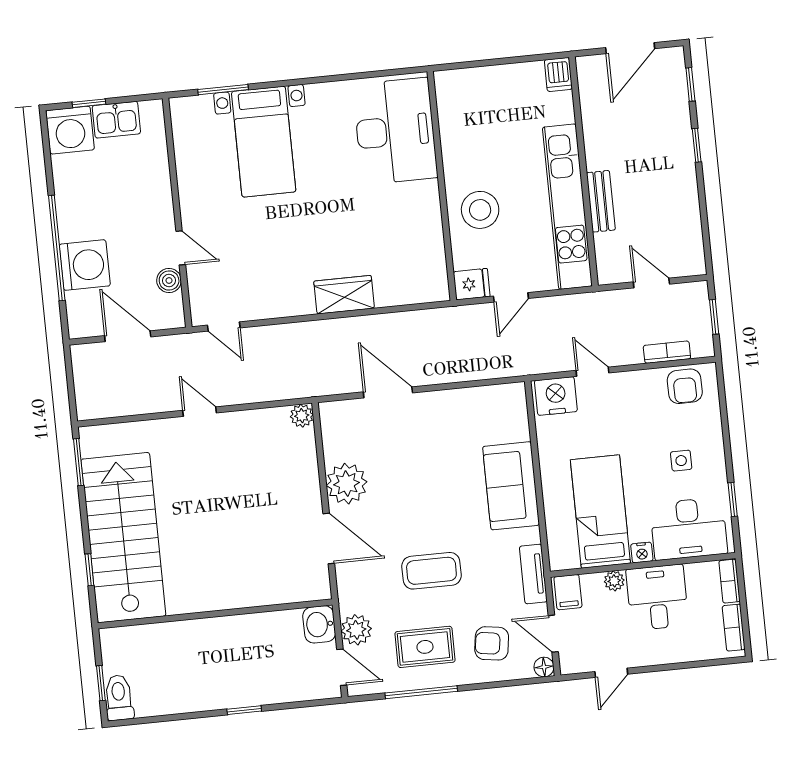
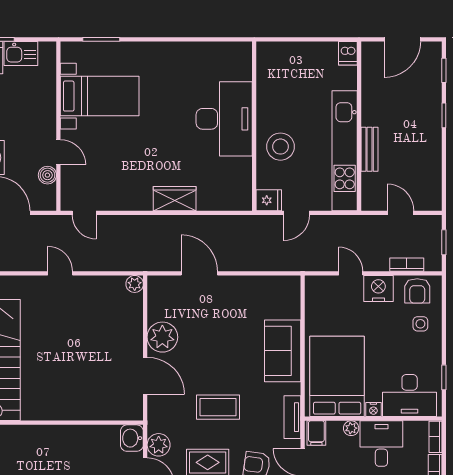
desk: (395, 131) -> (224, 119), moved
bed with nightstands: (264, 142) -> (100, 96), moved, turned -90
nightstand: (556, 396) -> (378, 288), moved
side table: (681, 461) -> (420, 324), moved
bed: (600, 512) -> (337, 376), width x1.50

